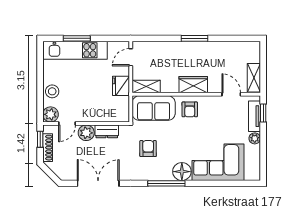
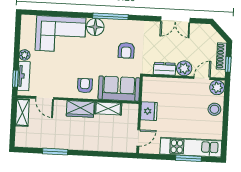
window: (195, 38) -> (55, 152), moved
shelving: (146, 87) -> (108, 108), moved
double door: (98, 183) -> (175, 20), width x0.73

